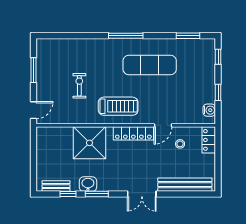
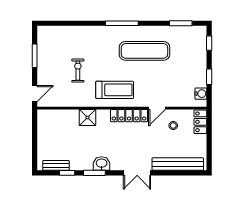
shower: (89, 143) -> (87, 117), width x0.54, depth x0.54
washbasin: (88, 184) -> (102, 164), moved

